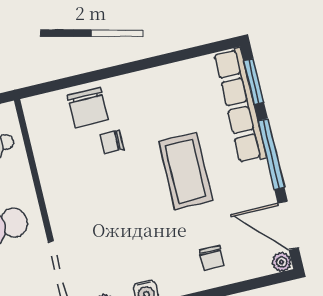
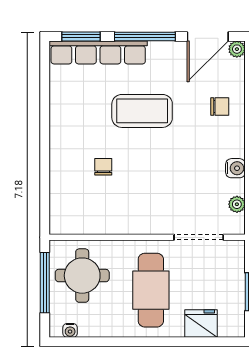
chair: (88, 108) -> (70, 180), removed
chair: (112, 142) -> (103, 167), turned 180

